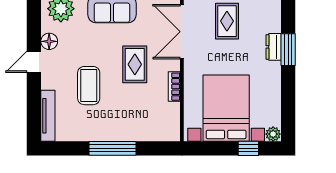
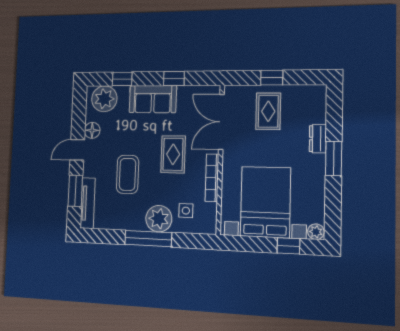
window: (288, 50) -> (334, 158), moved
bookcase: (174, 87) -> (212, 178), width x1.56
window: (34, 104) -> (75, 191), added
side table: (149, 119) -> (186, 211), added
plant: (123, 128) -> (159, 219), added

